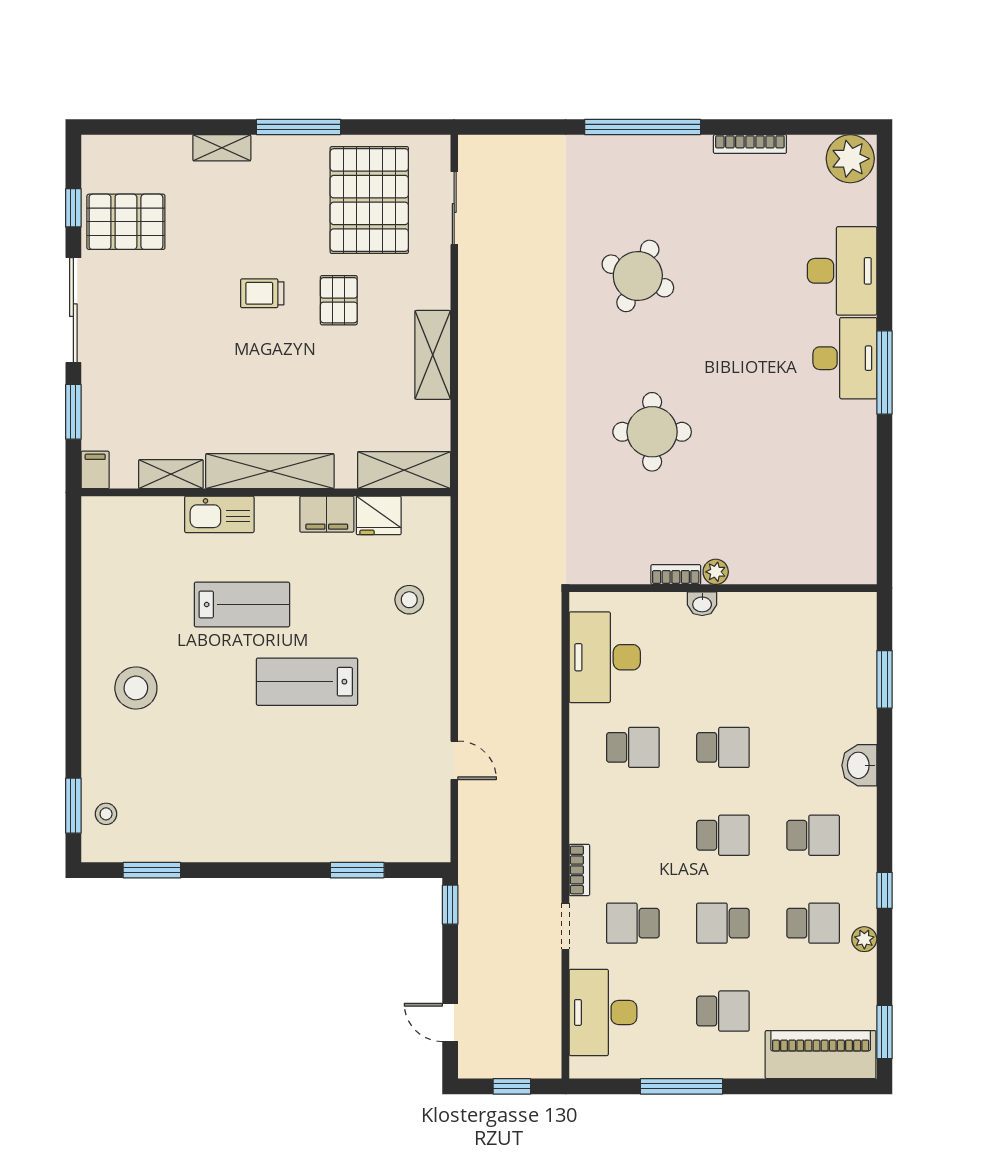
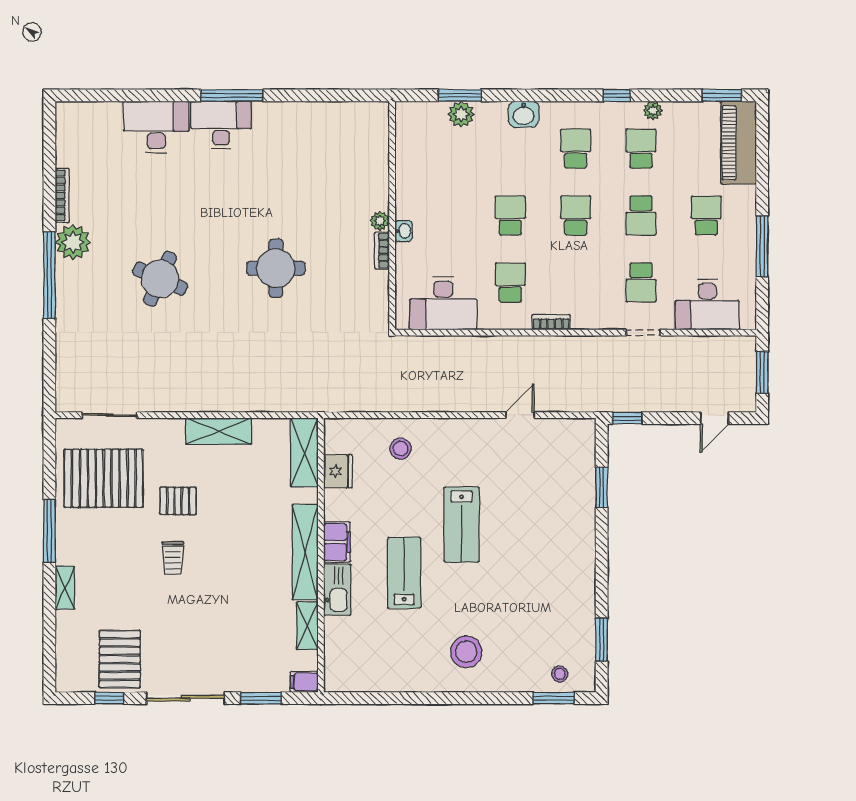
plant: (850, 159) -> (73, 242), moved
filing cabinet: (327, 514) -> (337, 542), moved
plant: (859, 681) -> (461, 114), added
bookcase: (579, 870) -> (551, 322), moved
window: (512, 1086) -> (762, 372), width x1.50

